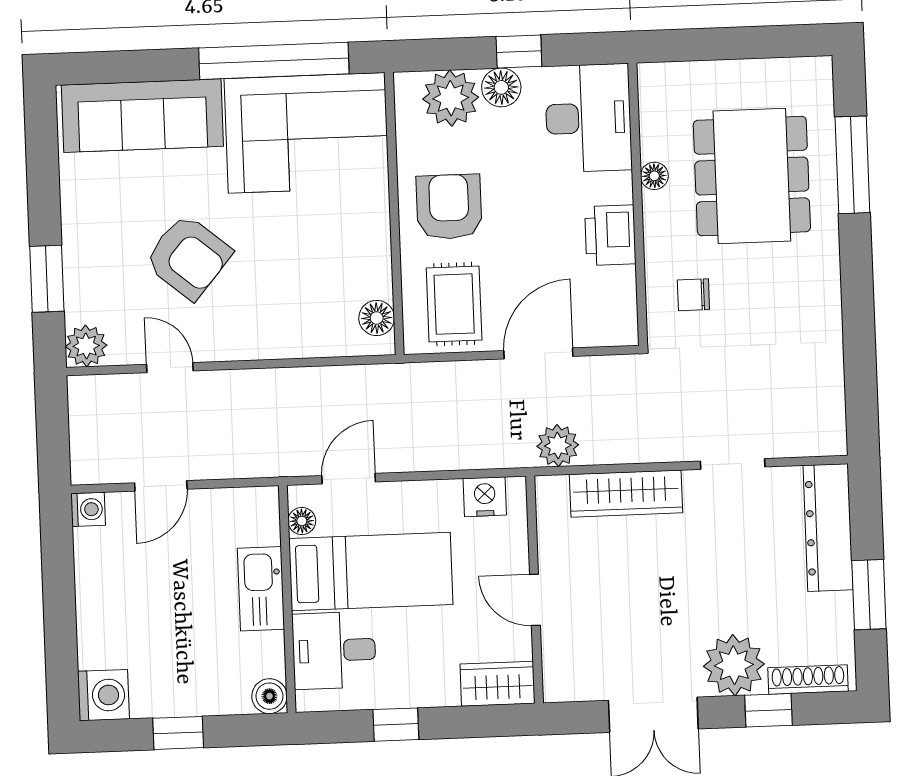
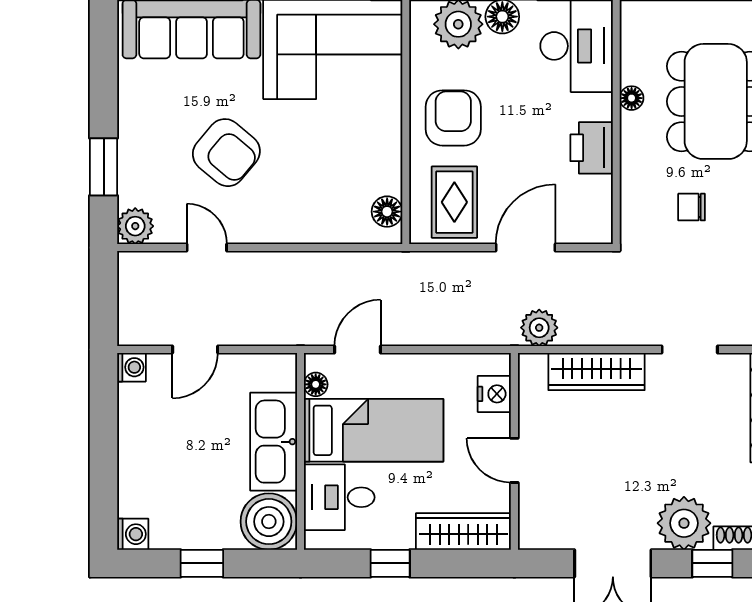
chair: (693, 295) -> (692, 207), moved
nightstand: (485, 497) -> (494, 394), moved, turned 90
kitchen sink: (261, 589) -> (274, 442), width x1.36, depth x1.24
wardrobe: (498, 684) -> (463, 531), width x1.50
washing machine: (104, 695) -> (133, 534), width x0.73, depth x0.73
boiler: (269, 696) -> (269, 522), width x1.86, depth x1.86

